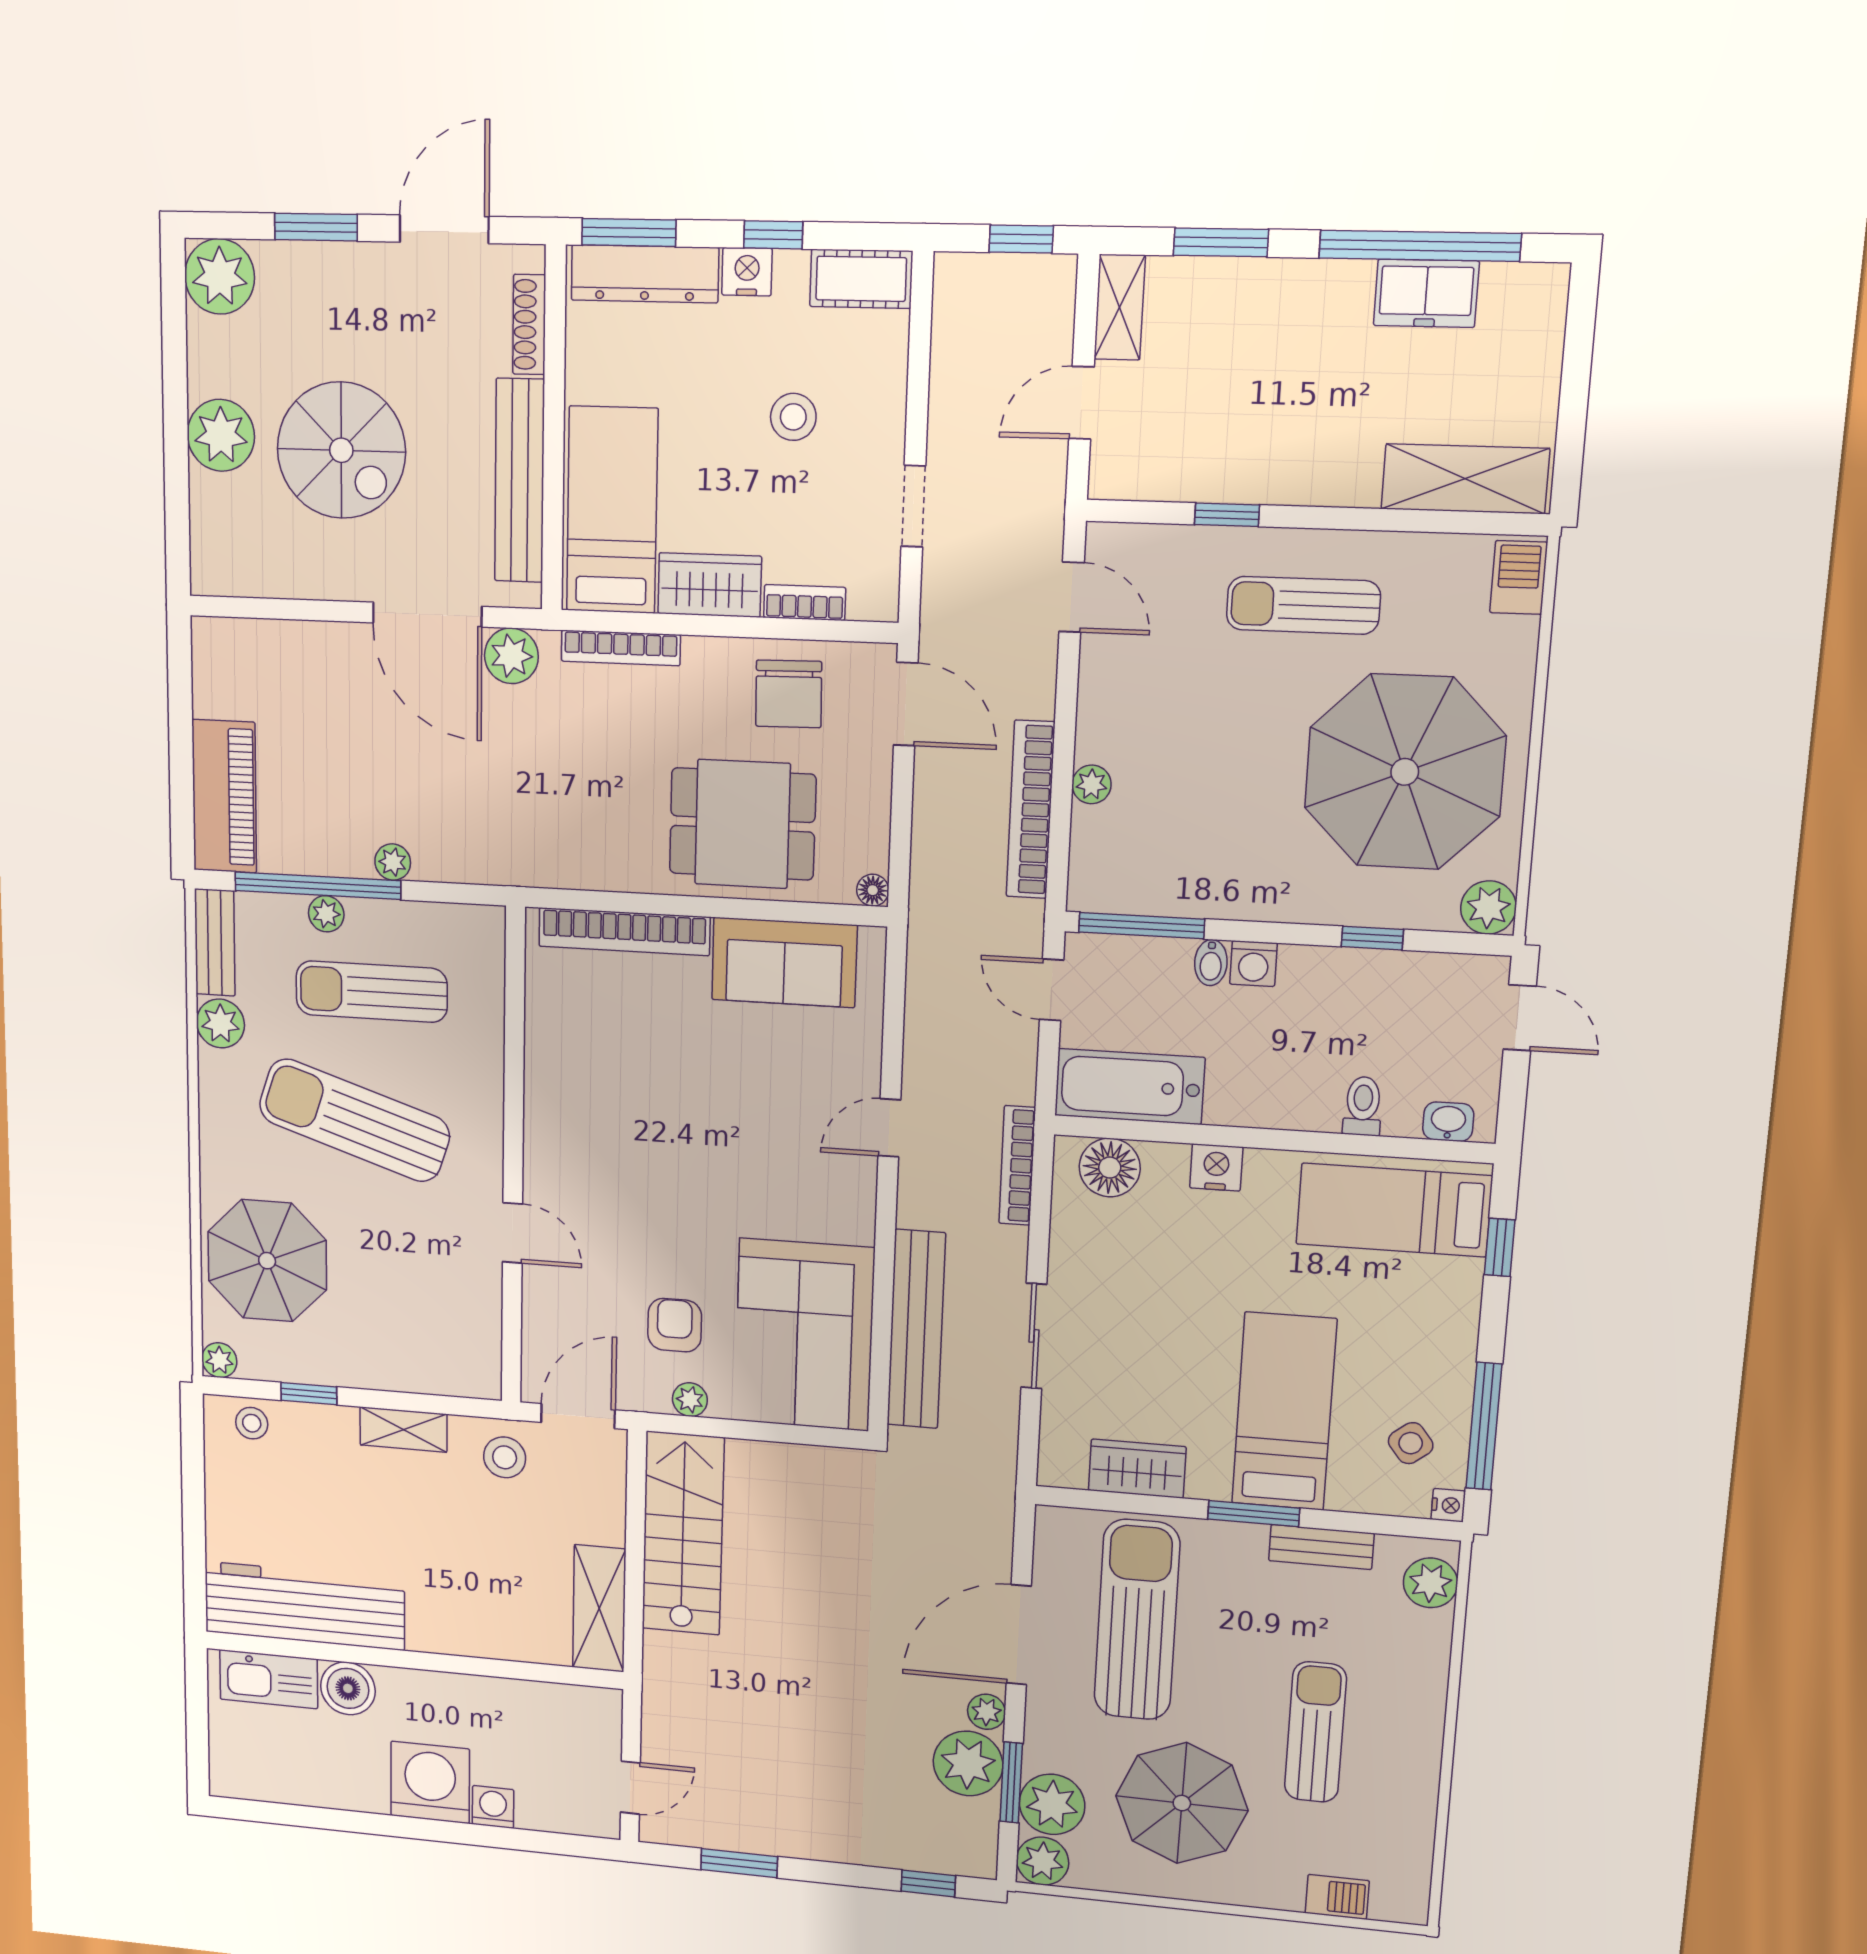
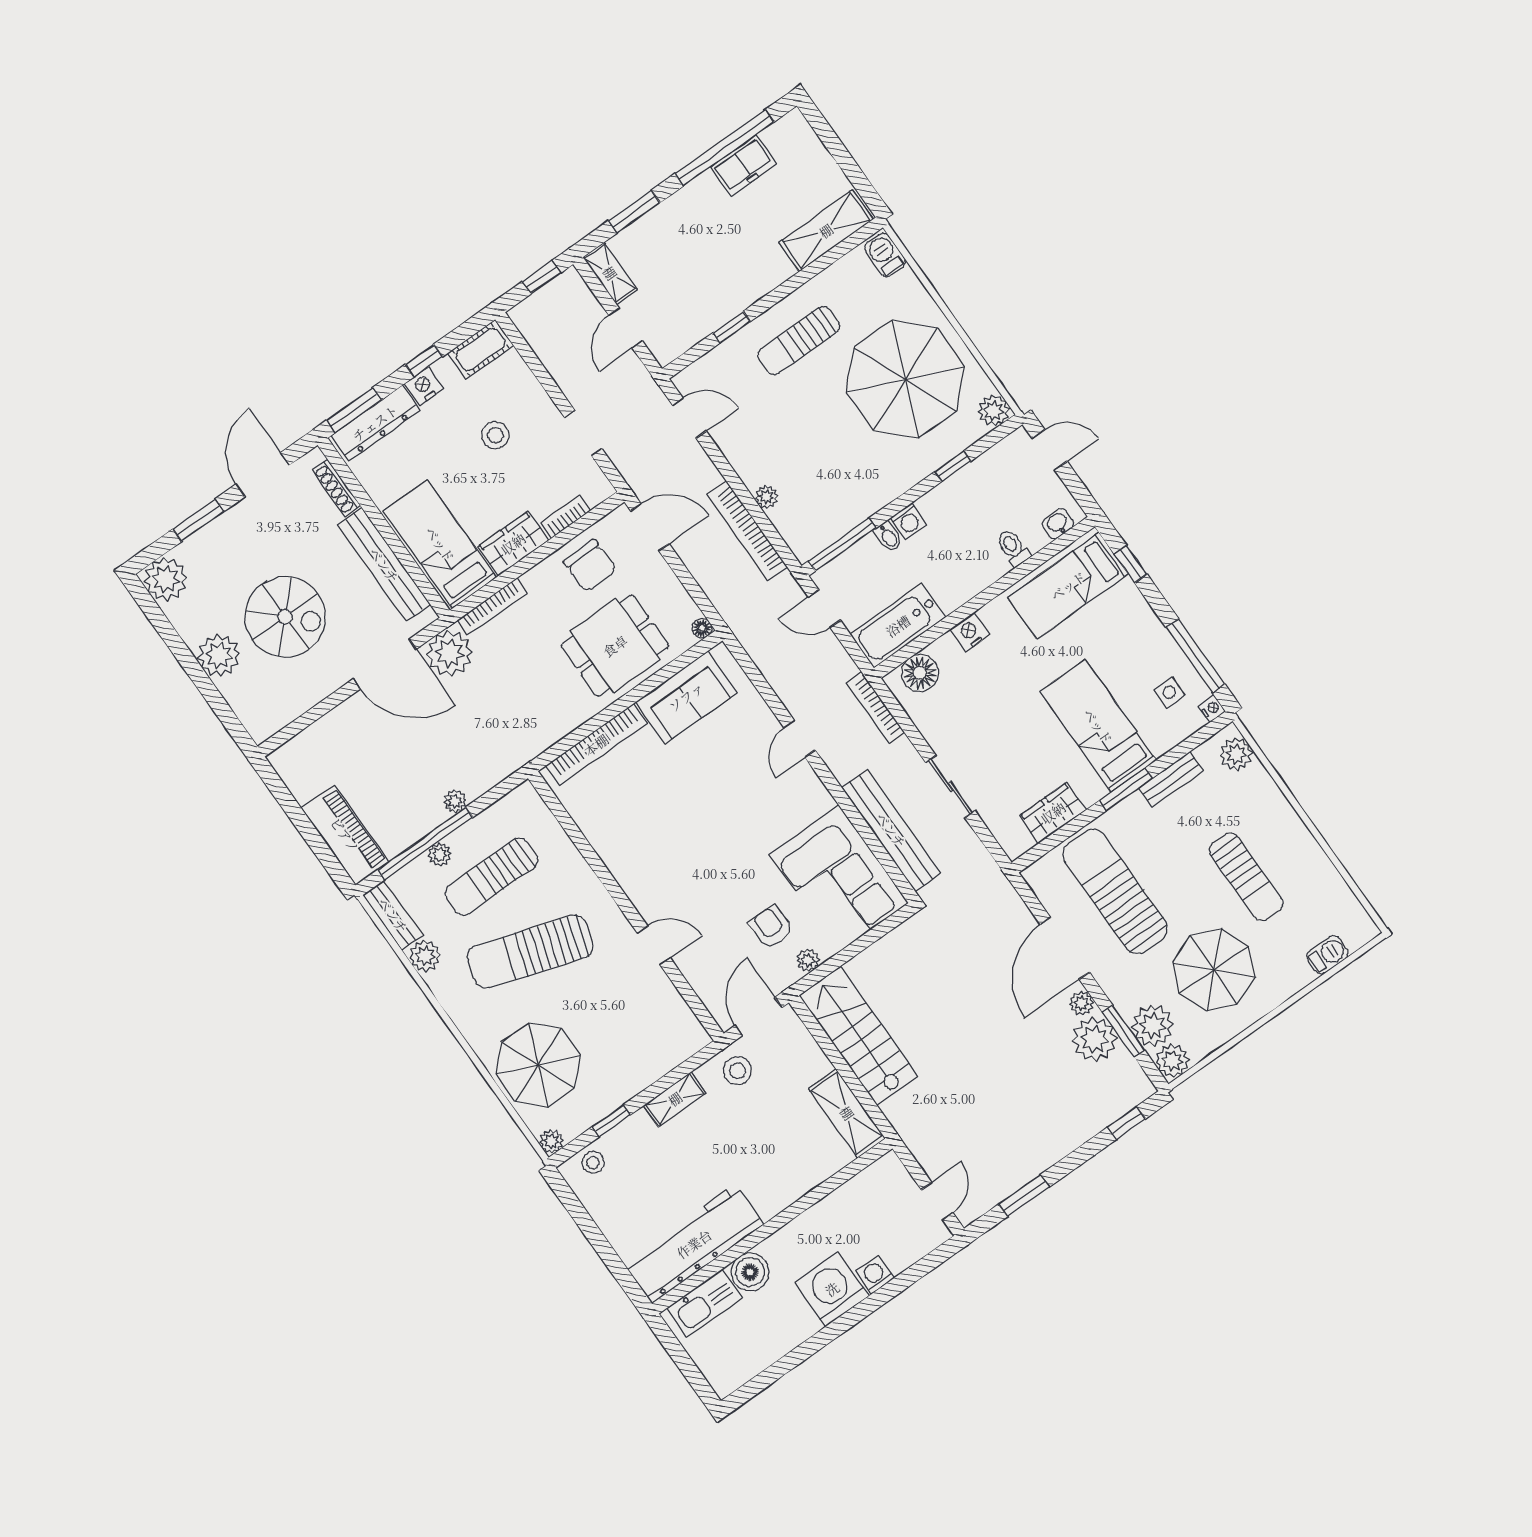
plant: (511, 656) -> (450, 653), width x1.36, depth x1.36
side table: (1411, 1443) -> (1169, 692), turned 38
sun lounger: (1316, 1732) -> (1246, 877), turned 180

